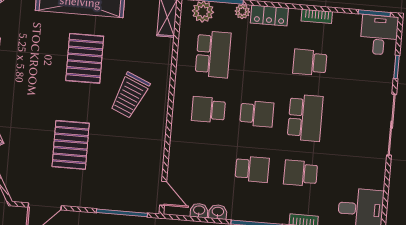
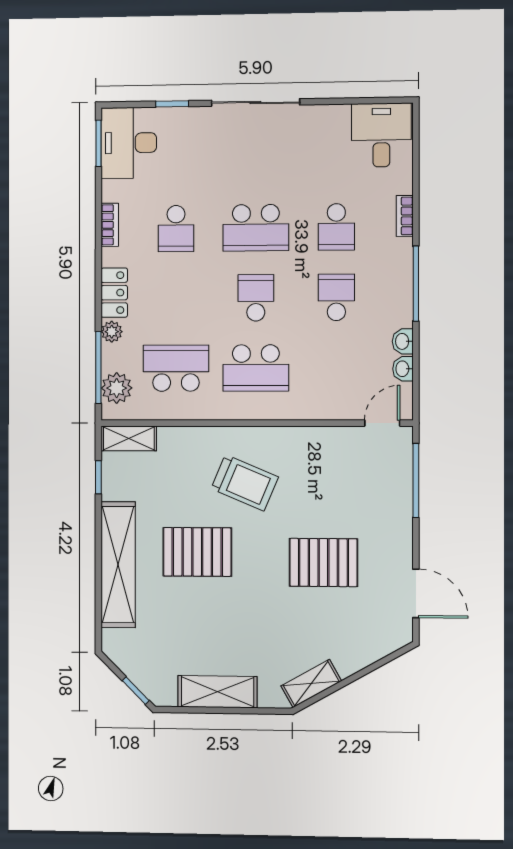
desk: (379, 35) -> (129, 143), width x1.37
school desk: (208, 110) -> (256, 368), width x1.85
school desk: (305, 118) -> (256, 228), turned 180

